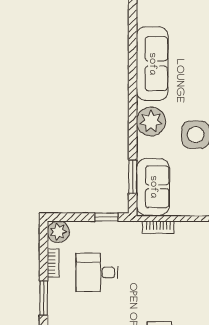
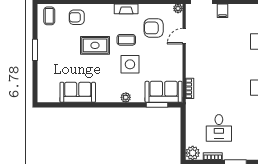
sofa: (152, 64) -> (78, 92), width x0.73
plant: (151, 121) -> (126, 97), width x0.53, depth x0.53
window: (106, 217) -> (183, 122), removed

